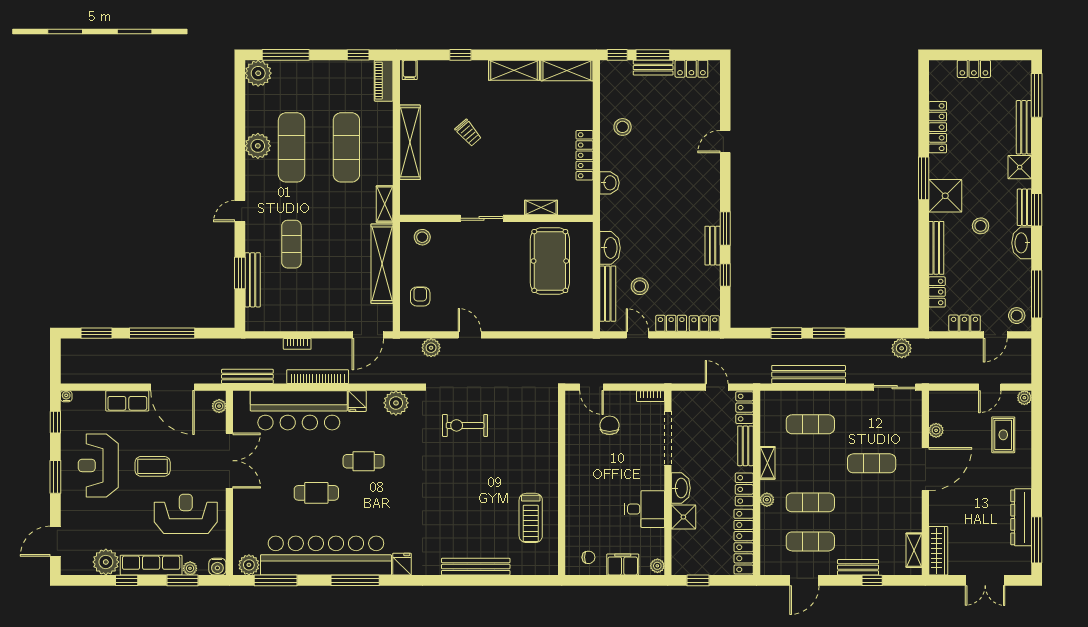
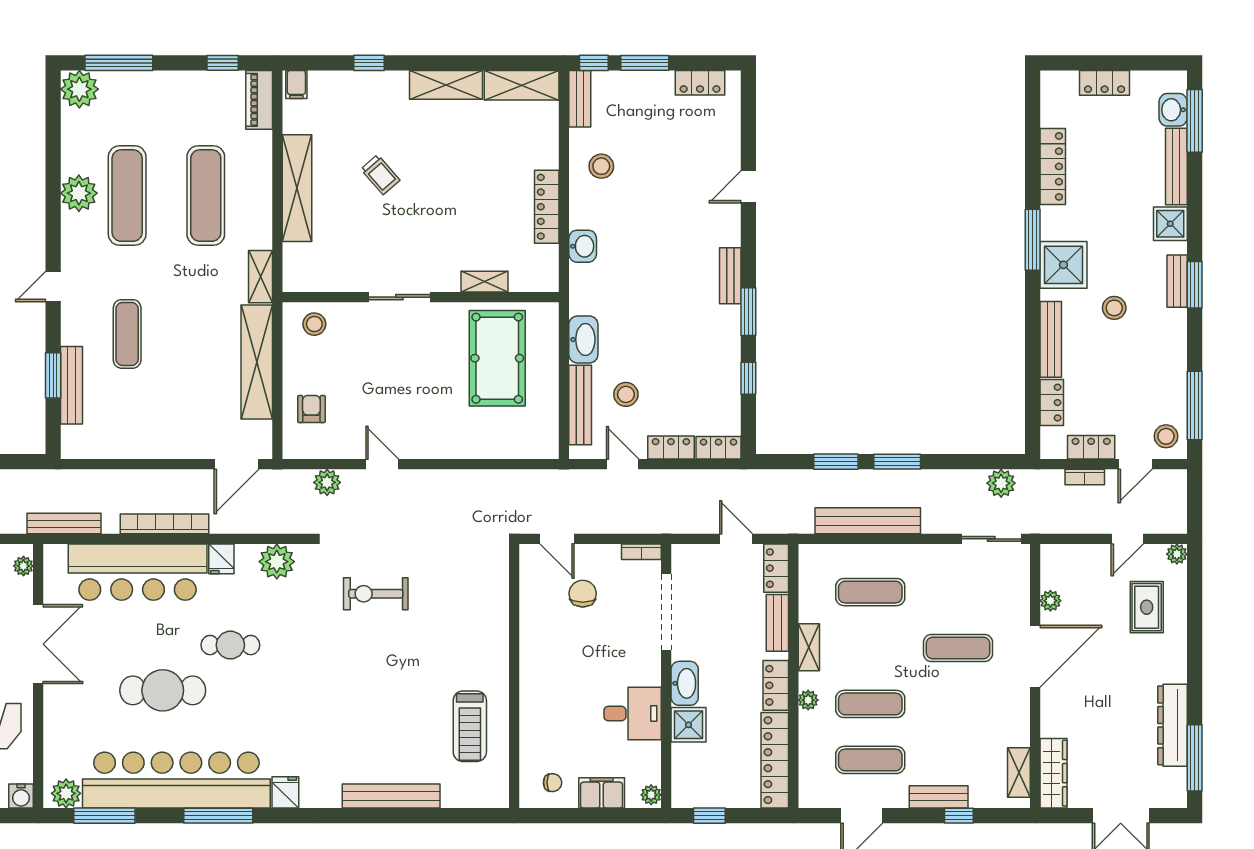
bench: (653, 68) -> (580, 99), moved, turned 90
washbasin: (1022, 243) -> (1173, 110), moved, width x0.72
bench: (713, 246) -> (730, 276), moved
bookcase: (297, 344) -> (1085, 477), moved
cafe table: (316, 493) -> (163, 690), width x1.37, depth x1.35

